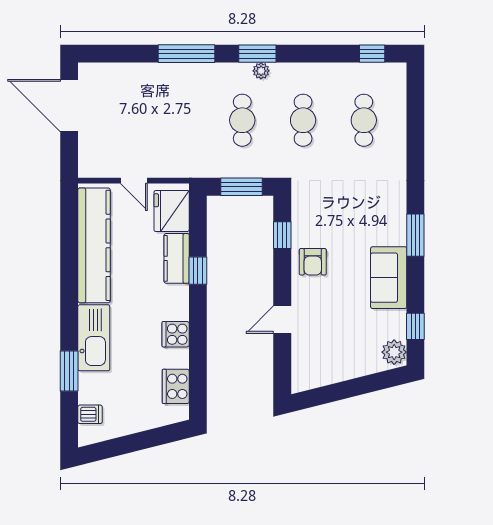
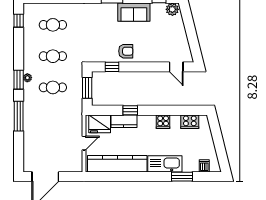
door: (282, 320) -> (176, 67), moved

